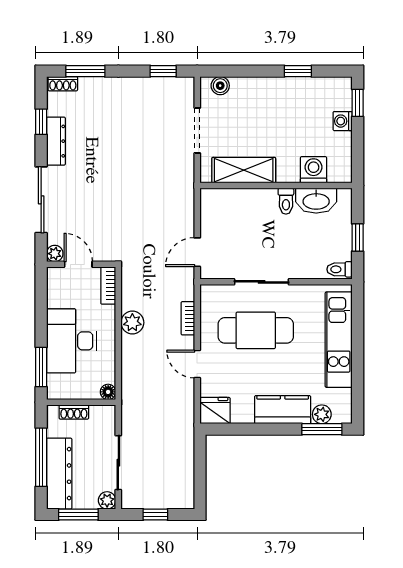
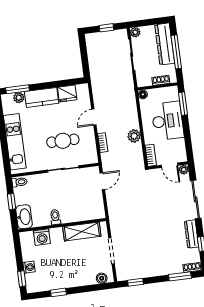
washbasin: (316, 201) -> (24, 217), moved, turned 90
cafe table: (256, 330) -> (63, 141), width x0.73, depth x0.74
door: (197, 364) -> (94, 117), swing flipped
fridge: (215, 411) -> (67, 93), moved
window: (78, 515) -> (151, 22), removed

